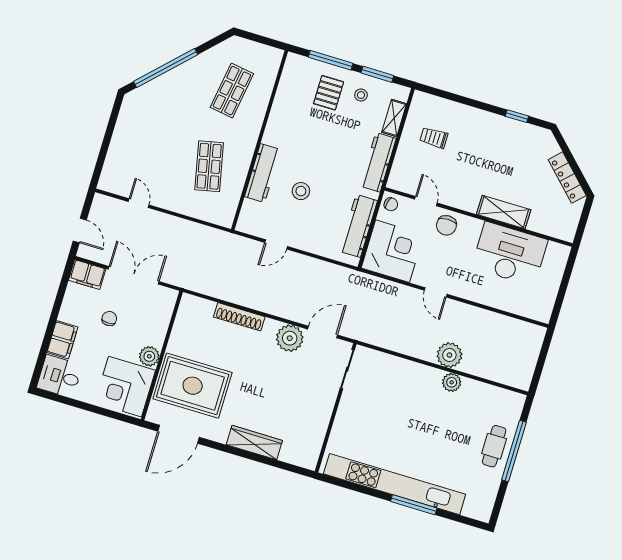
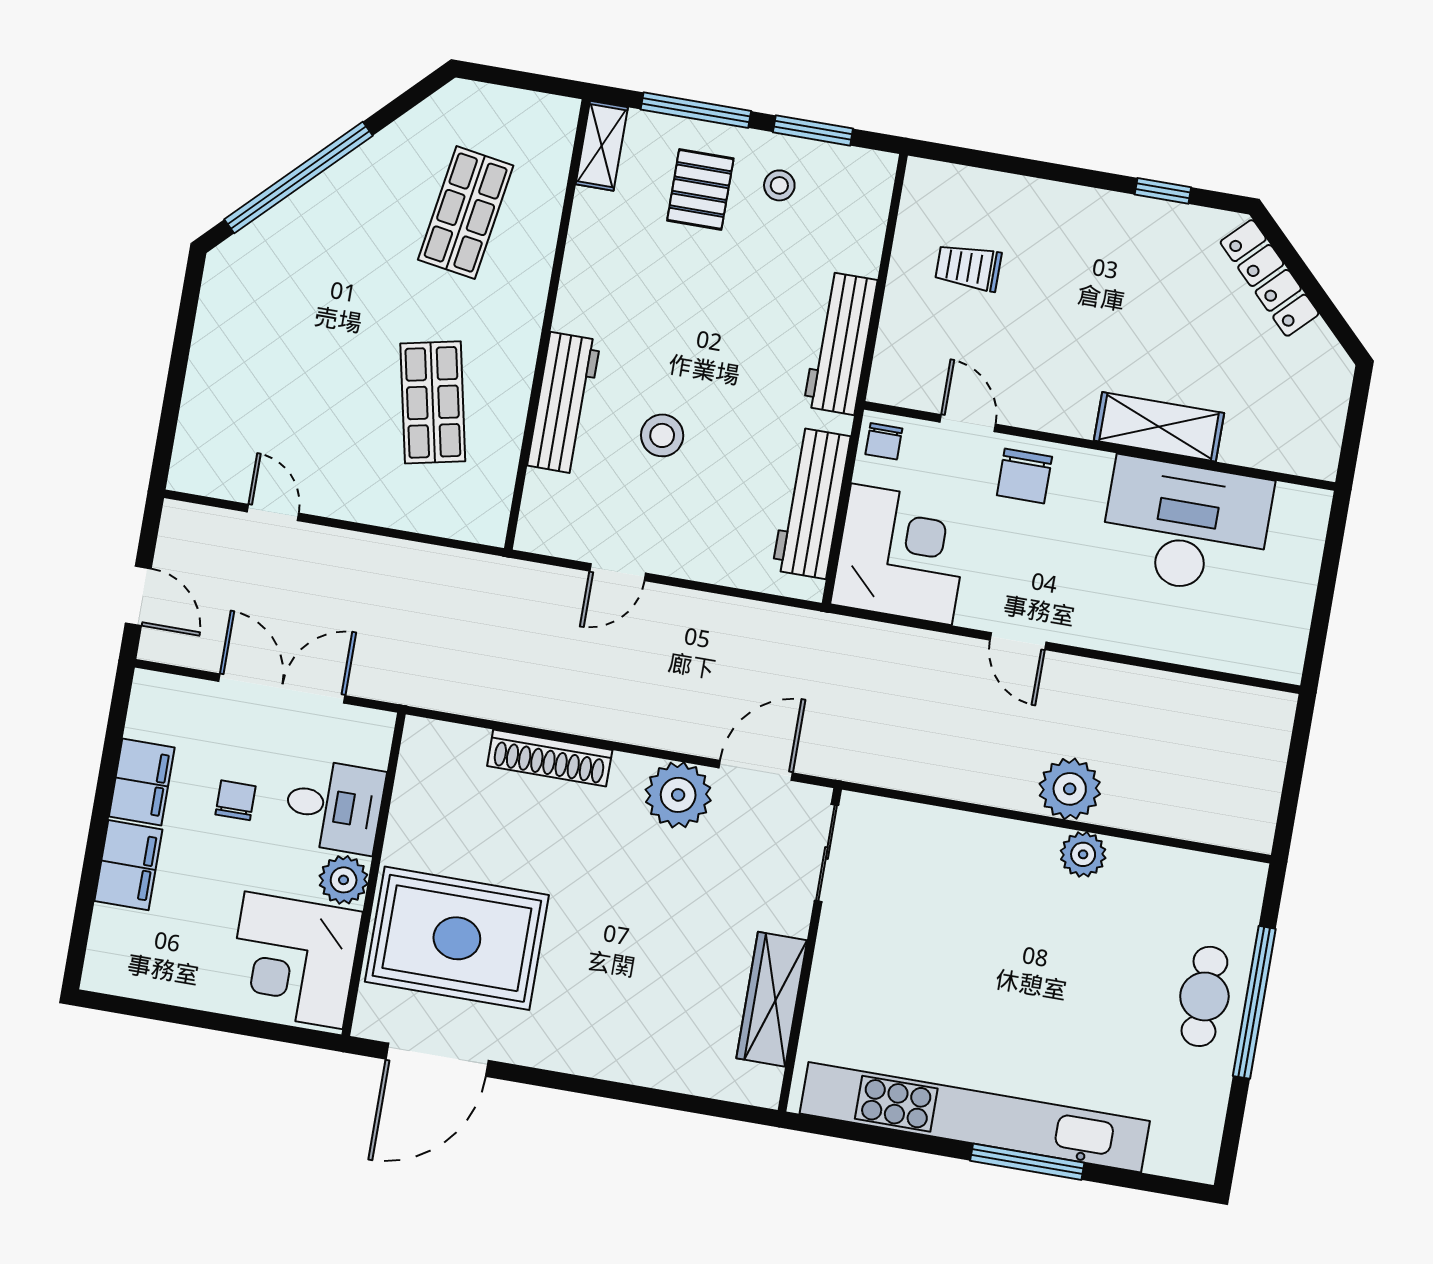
shelving: (394, 118) -> (602, 146), moved
locker: (567, 178) -> (1269, 278), moved
chair: (391, 204) -> (884, 441), turned 77
filing cabinet: (87, 275) -> (142, 782), moved, turned -90
desk: (60, 376) -> (334, 806), moved, turned 180
wardrobe: (254, 443) -> (772, 999), moved, turned -90

